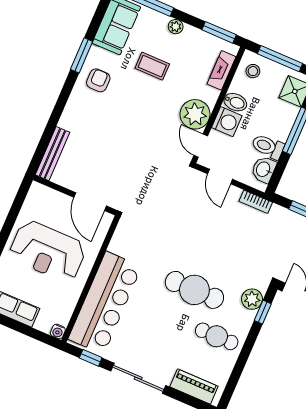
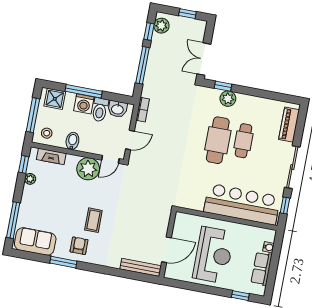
plant: (176, 27) -> (30, 179), moved
window: (219, 32) -> (24, 164), width x0.67
coffee table: (152, 66) -> (93, 220), moved
armchair: (98, 80) -> (79, 246), turned 90
washing machine: (227, 122) -> (84, 104), moved, turned 180
door: (90, 202) -> (166, 250), moved
plant: (252, 299) -> (228, 99), moved
water cooler: (58, 331) -> (269, 247), moved
cafe table: (217, 336) -> (243, 141), moved

